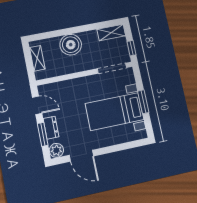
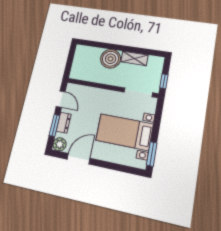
shelving: (111, 32) -> (134, 58), moved
shelving: (37, 58) -> (78, 60), removed
window: (143, 102) -> (152, 154), moved
door: (81, 156) -> (79, 159), swing flipped

